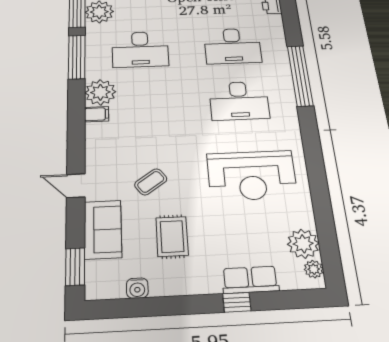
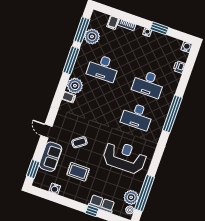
reception desk: (252, 175) -> (125, 157), turned 180
window: (325, 225) -> (145, 193), added
rug: (172, 236) -> (78, 172), turned 90

